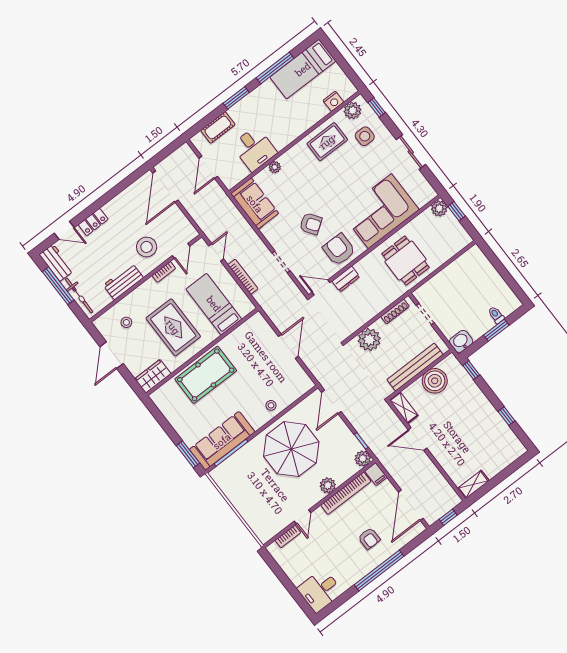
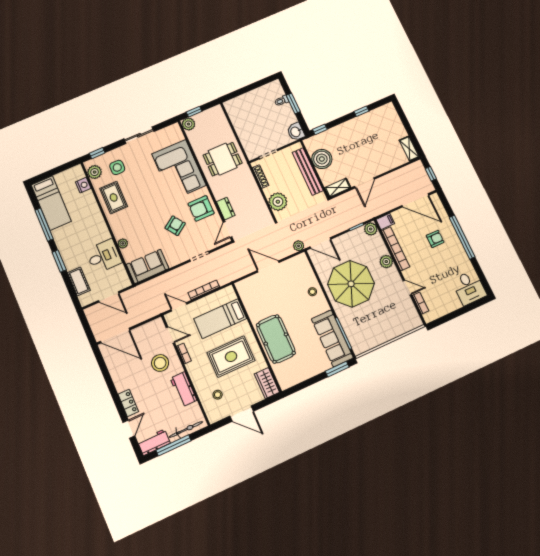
plant: (322, 377) -> (299, 246), added

